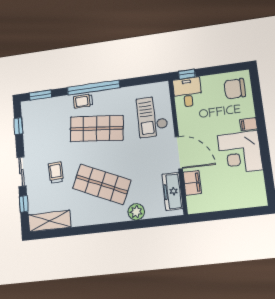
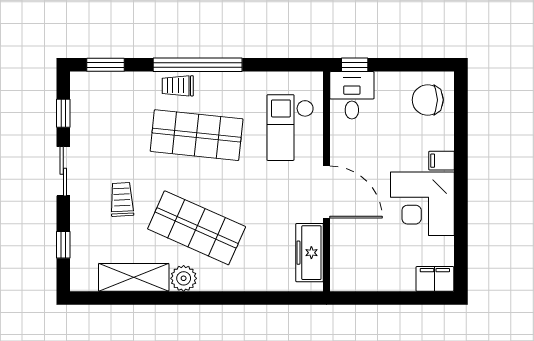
sliding door: (21, 172) -> (63, 171), moved
filing cabinet: (192, 183) -> (435, 279), moved, turned -90
plant: (136, 212) -> (184, 278), moved
shelving: (50, 221) -> (134, 277), moved

